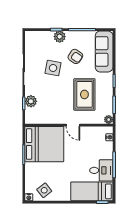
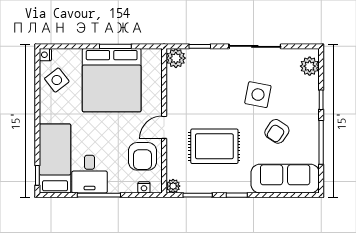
plant: (60, 37) -> (310, 66), moved
plant: (31, 101) -> (176, 58), moved
armchair: (91, 138) -> (143, 156), added
bed: (44, 144) -> (112, 80), moved

